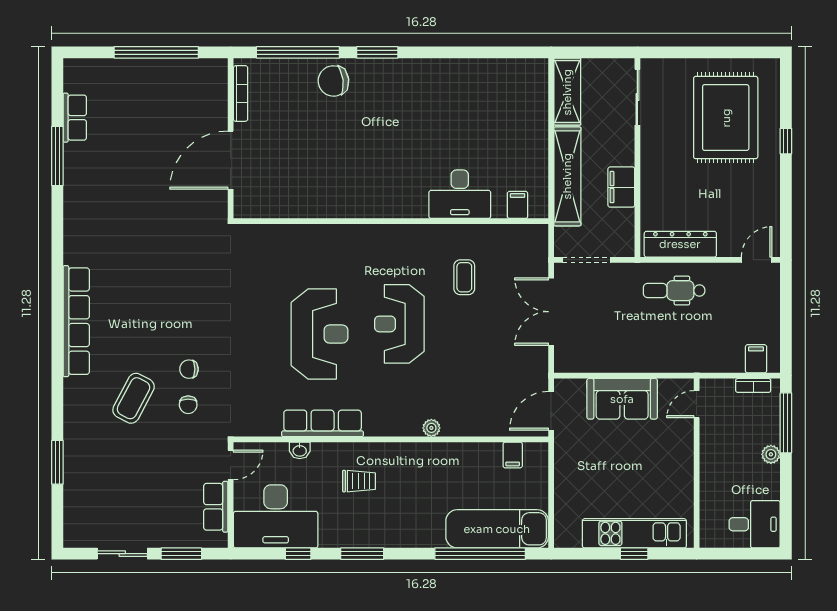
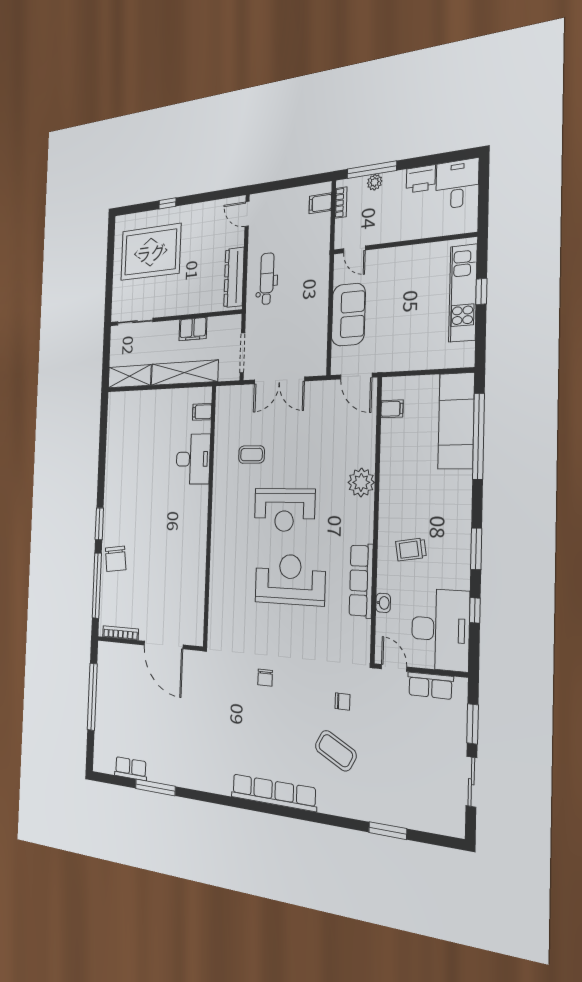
dental chair: (674, 291) -> (267, 279), turned 180
chair: (189, 369) -> (265, 678), moved
plant: (431, 428) -> (361, 482), width x1.88, depth x1.88
plant: (771, 454) -> (375, 182), moved
trolley: (359, 481) -> (411, 549), turned -99
printer: (766, 482) -> (421, 179), added

